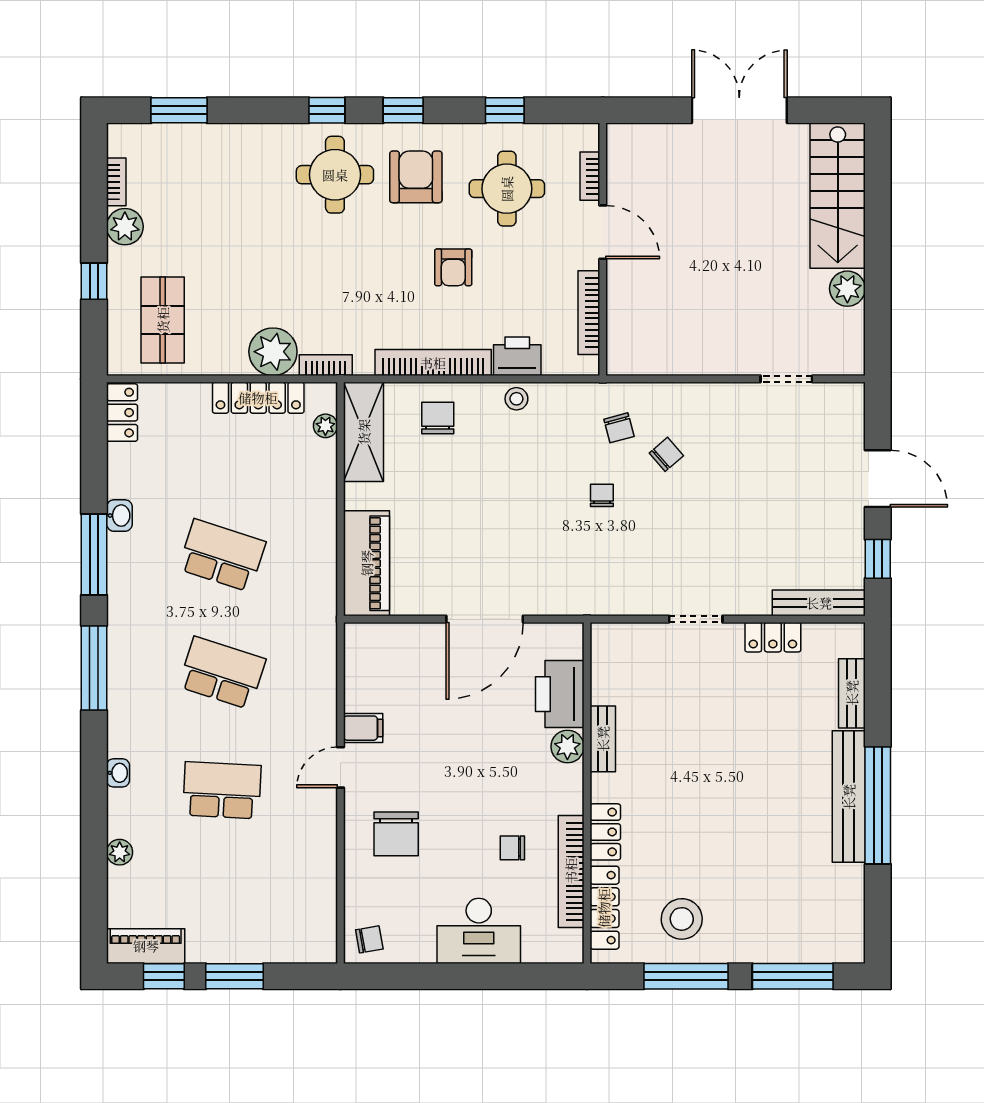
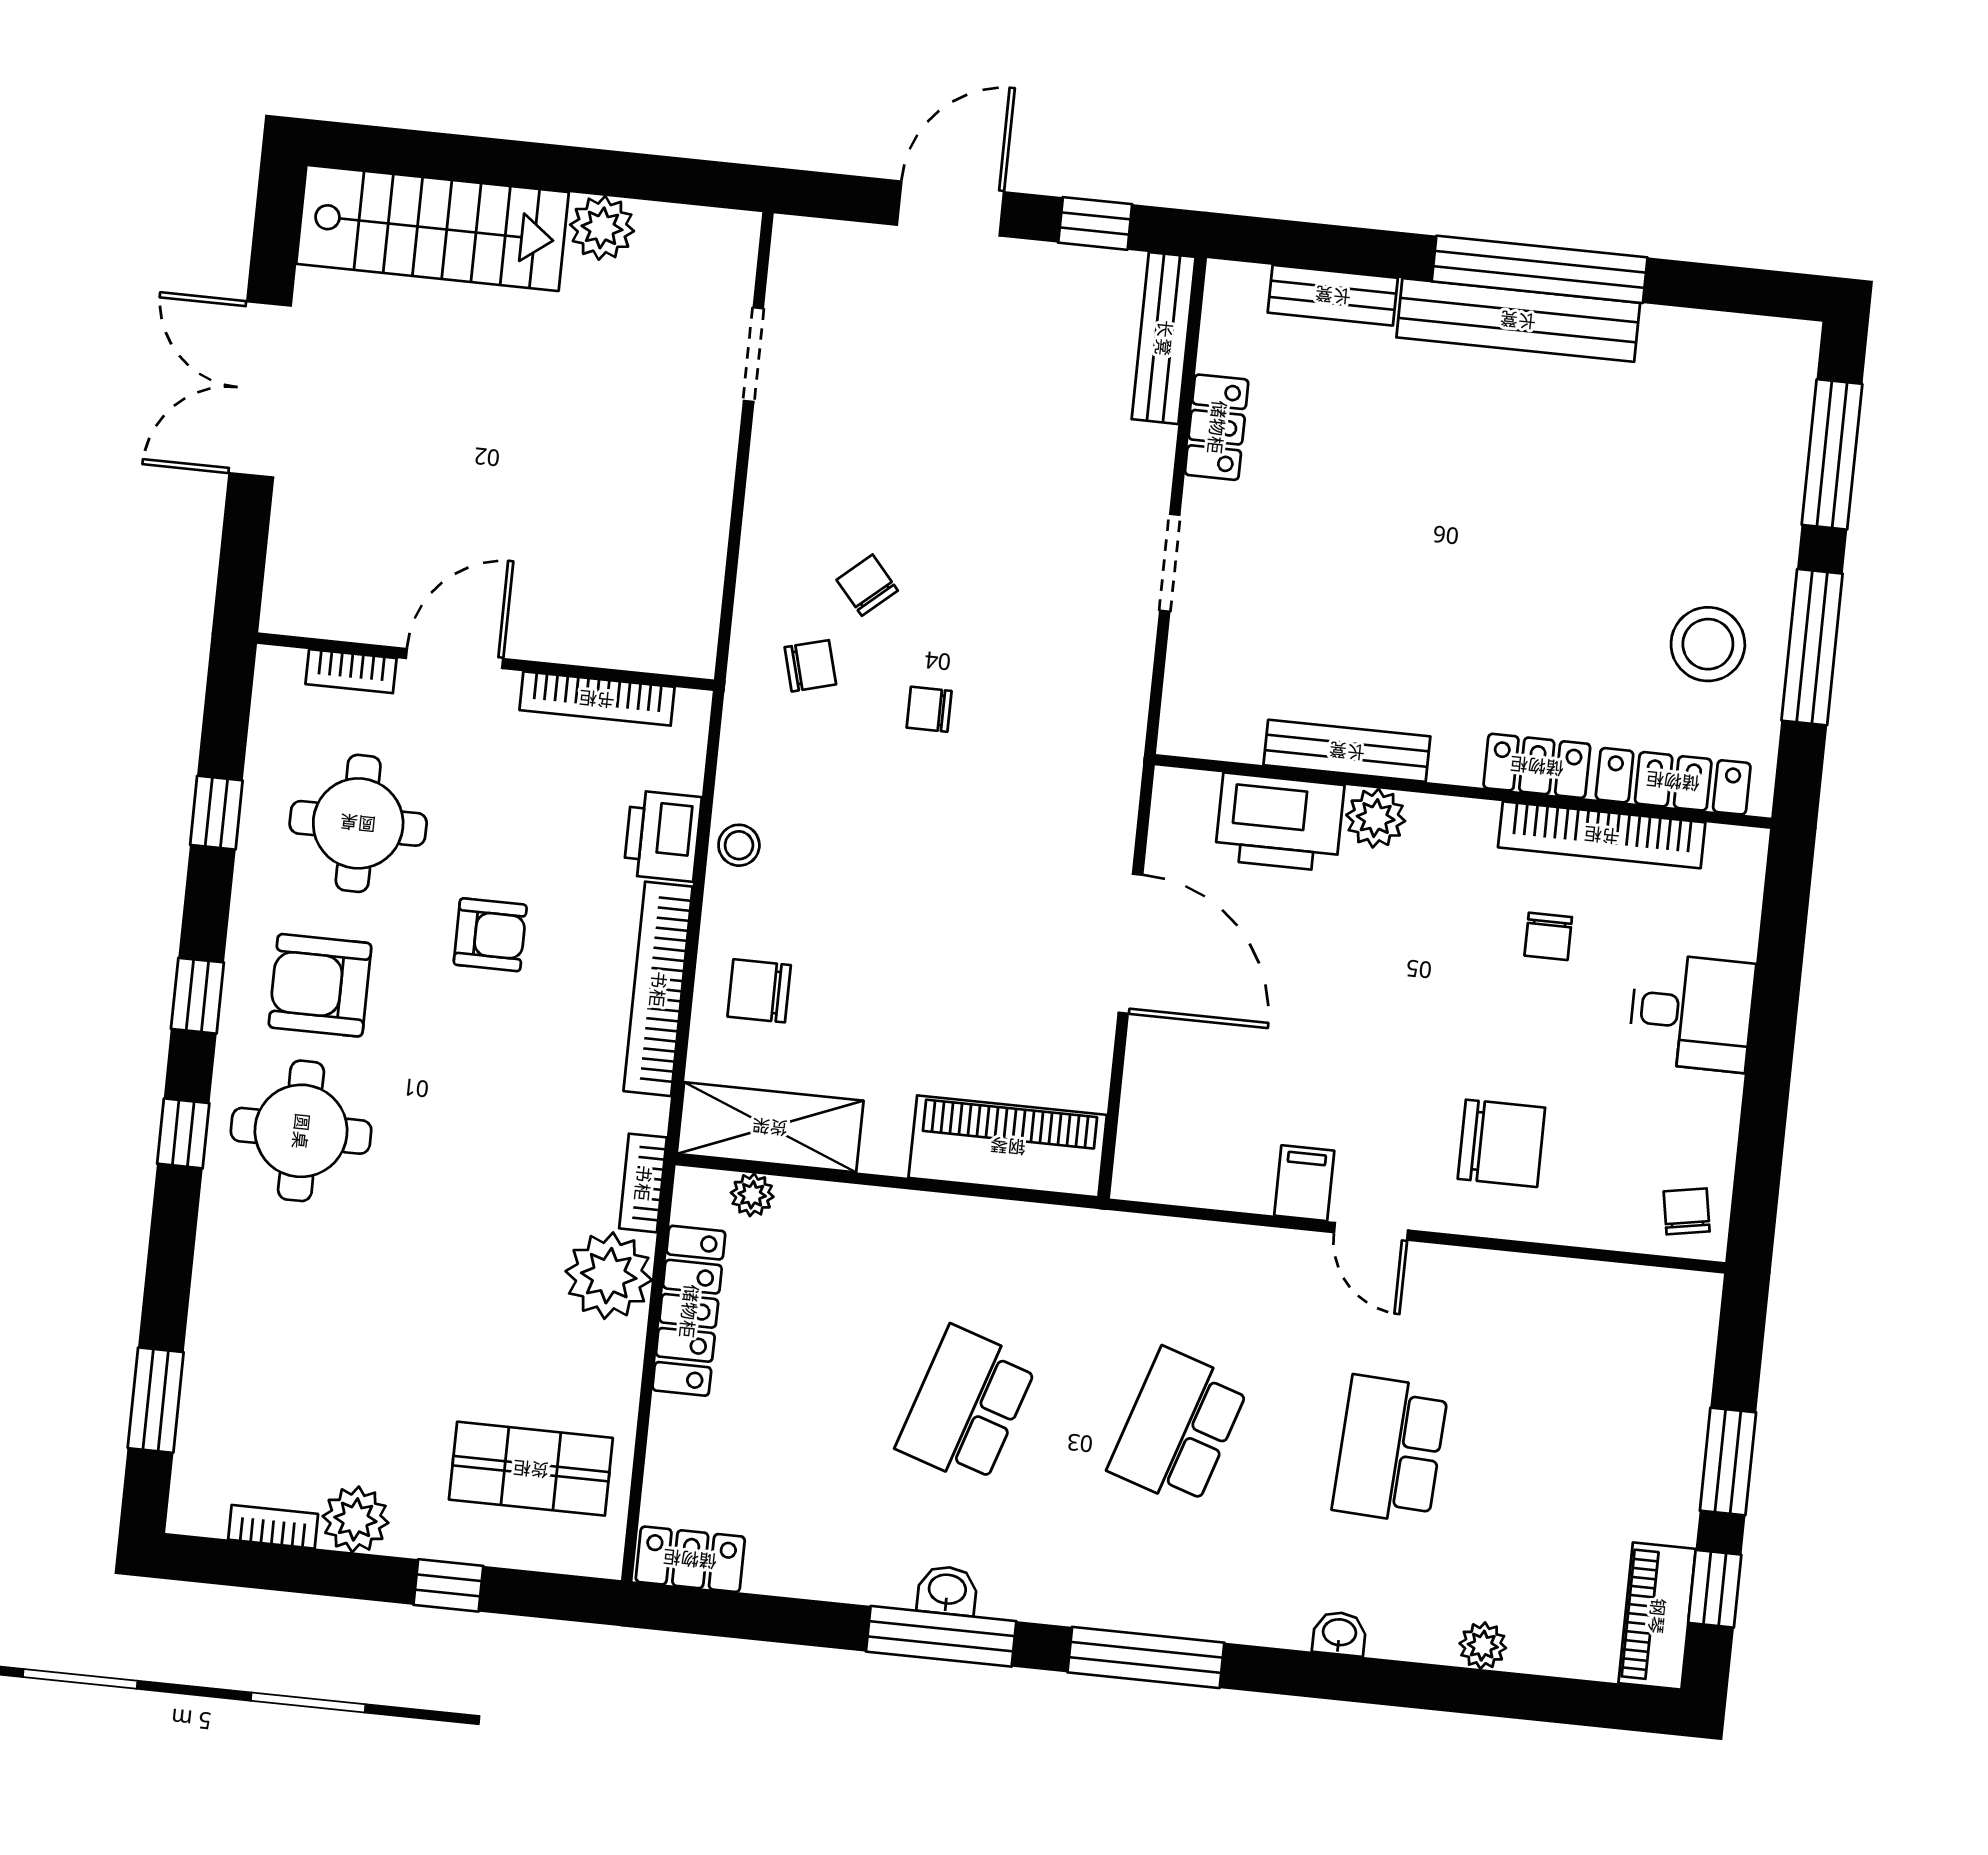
washbasin: (119, 516) -> (947, 1591), moved
bench: (603, 739) -> (1347, 751), width x1.36
desk: (479, 931) -> (1692, 1012), width x0.73

